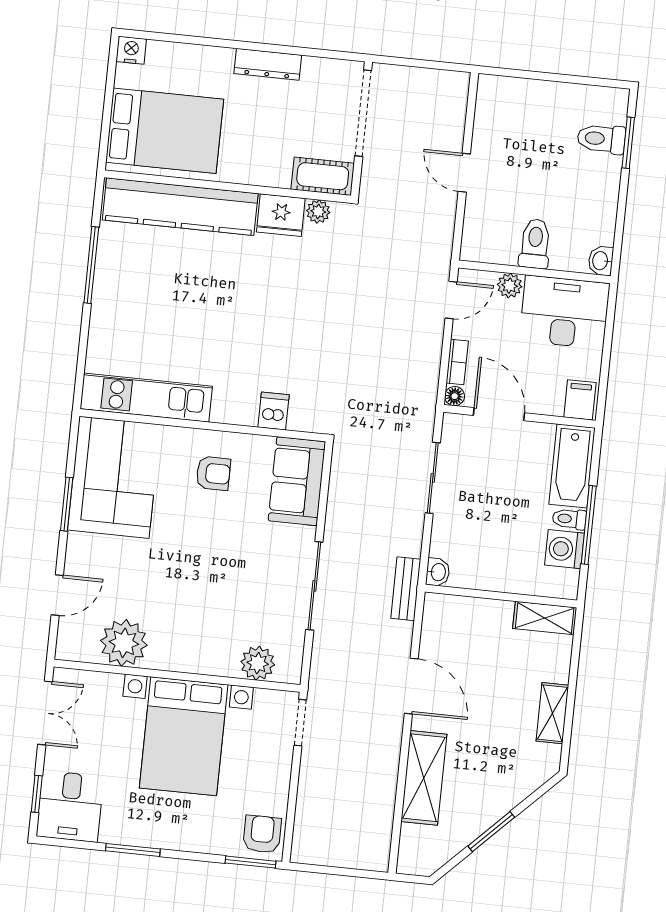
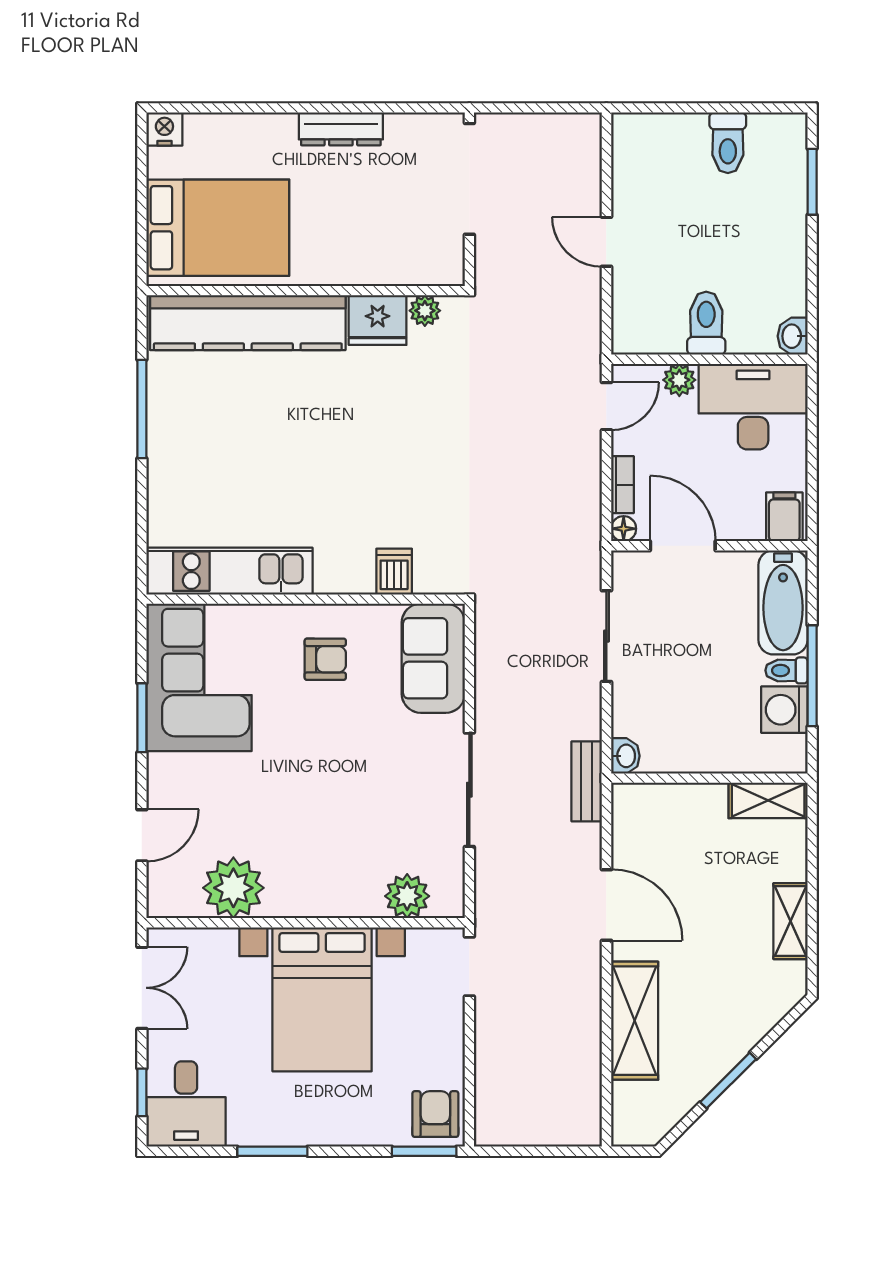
toilet: (601, 139) -> (728, 143), moved, turned -90
cot: (323, 176) -> (426, 265), removed

